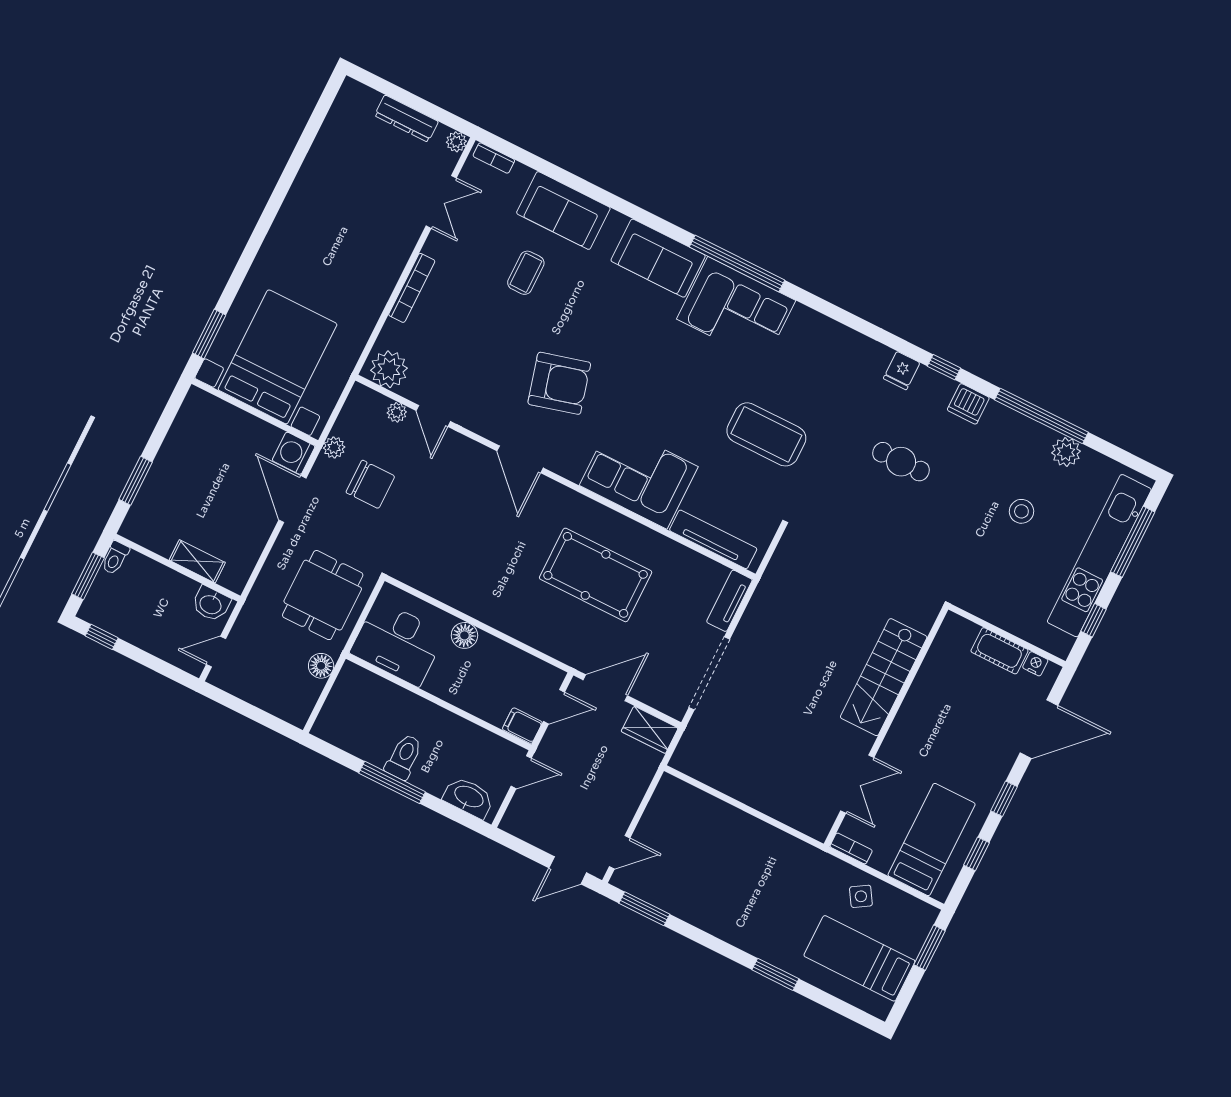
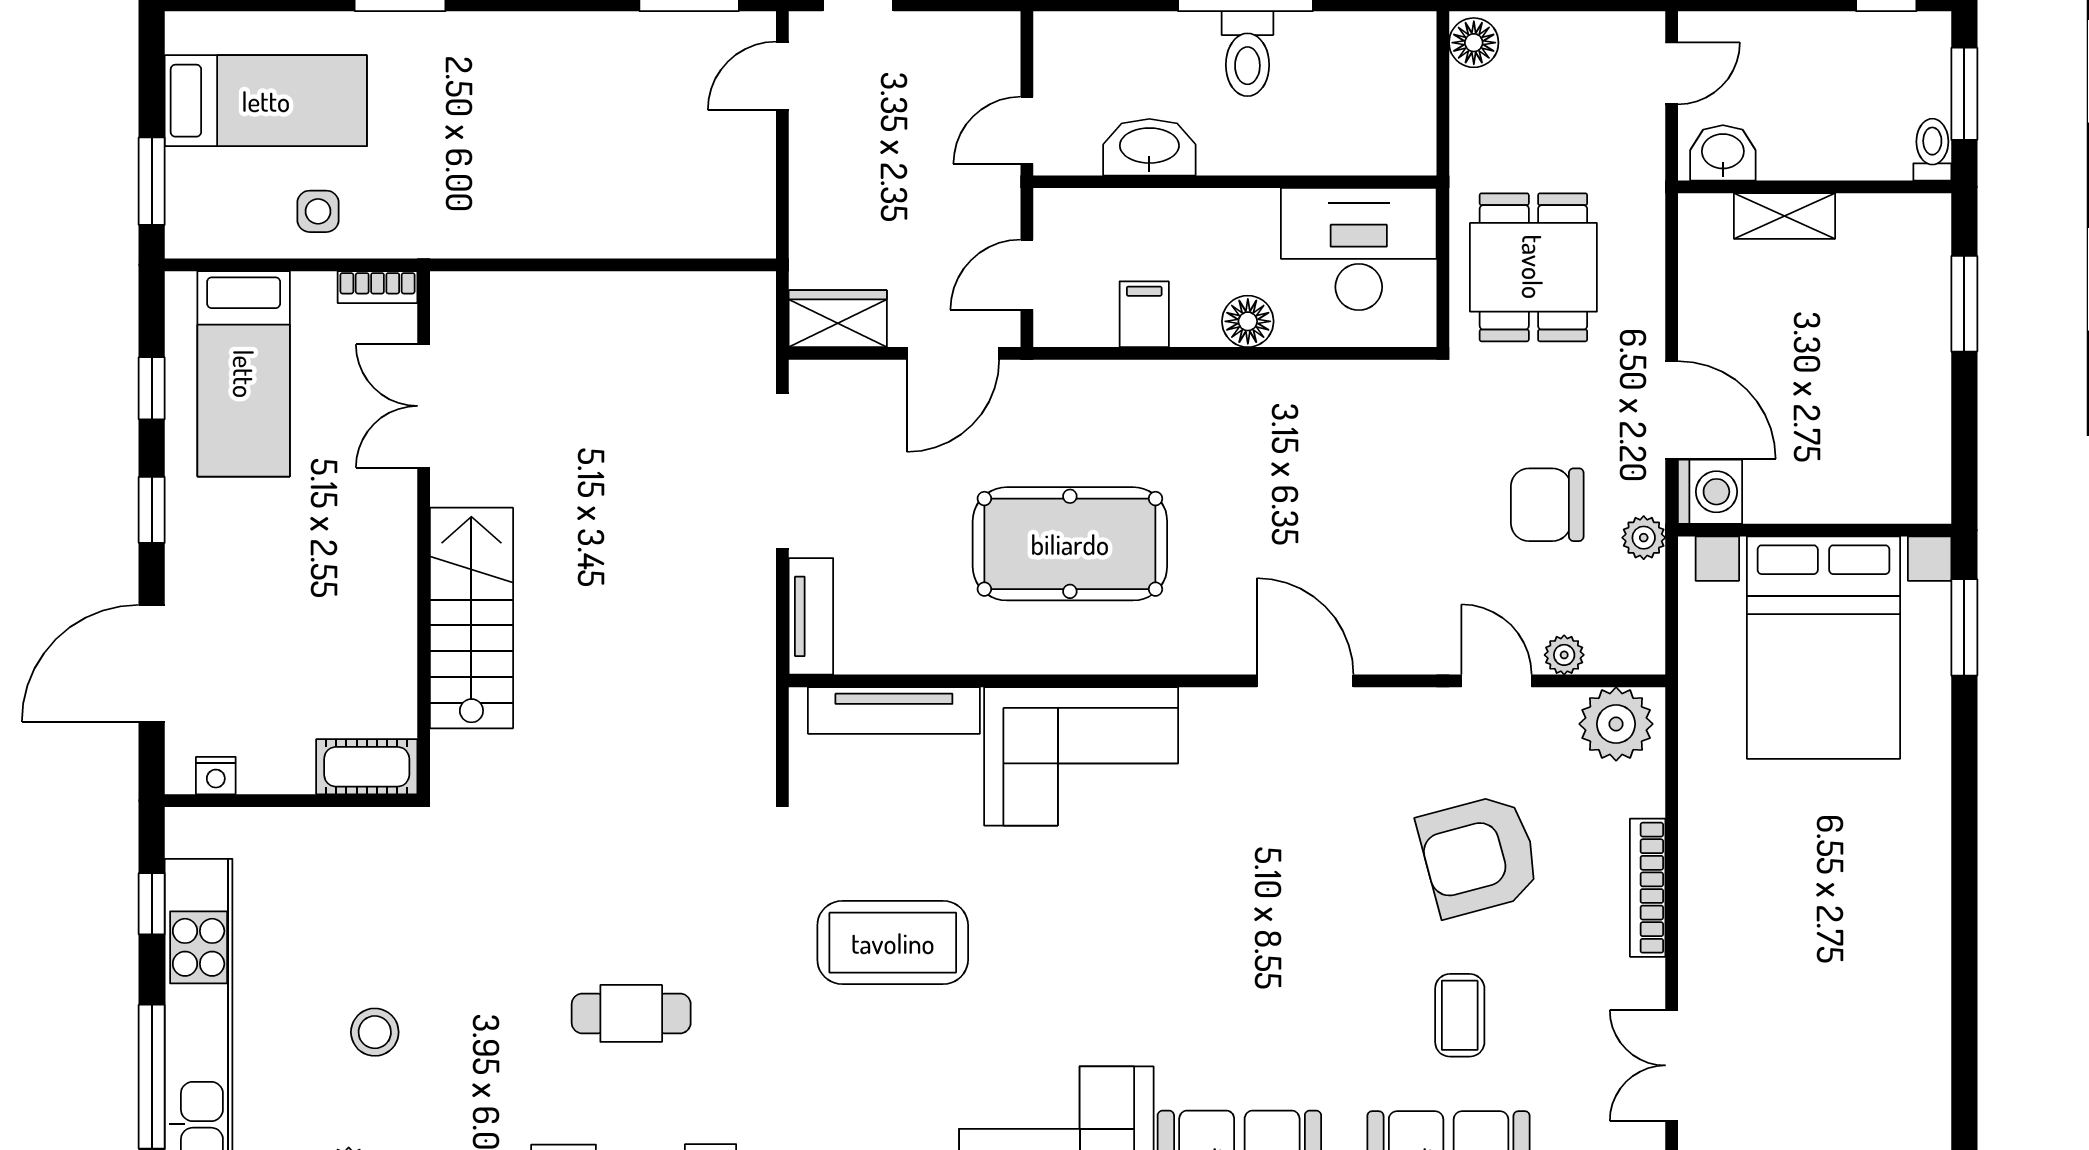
armchair: (559, 383) -> (1479, 855), moved
cot: (999, 651) -> (367, 767), moved
floor lamp: (321, 666) -> (1474, 43), moved
filing cabinet: (522, 726) -> (1144, 314), moved, turned -90
washbasin: (469, 797) -> (1149, 147), moved, turned 180
side table: (861, 896) -> (318, 211), turned 32

